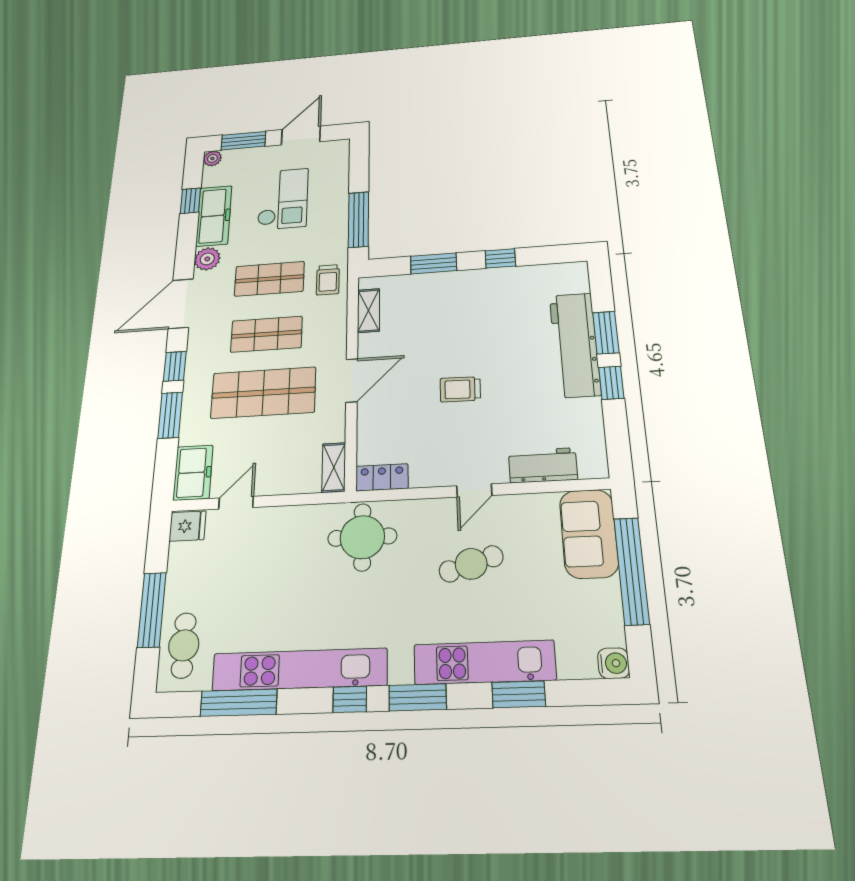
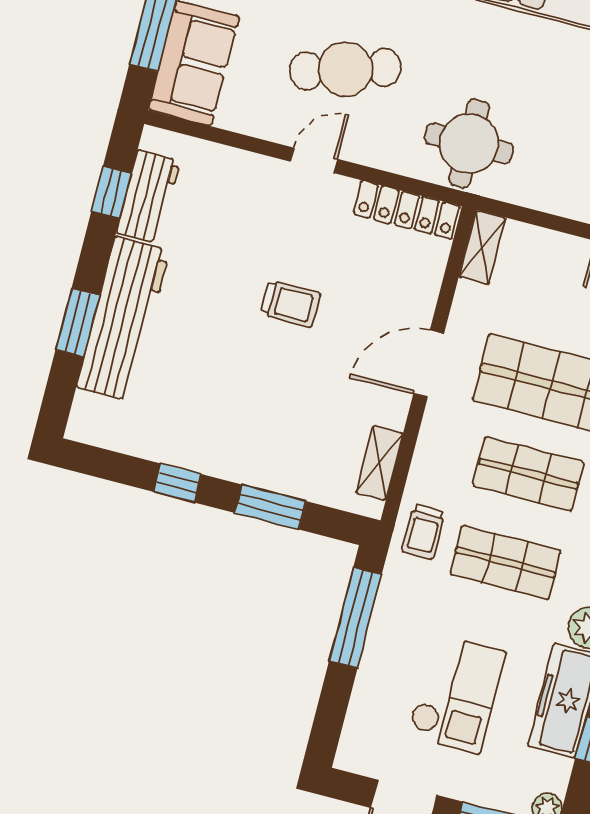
checkout: (283, 199) -> (456, 694), turned 180
trolley: (328, 280) -> (423, 532), turned 180
window: (611, 383) -> (111, 192), moved
workbench: (543, 465) -> (148, 197), moved, turned -90
locker: (382, 477) -> (407, 210), width x1.53
cafe table: (471, 564) -> (345, 69), width x1.37, depth x1.35

